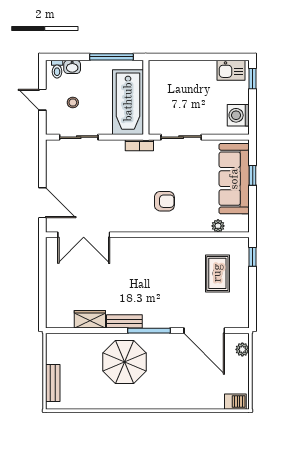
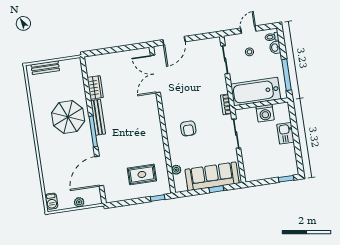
kitchen sink: (231, 70) -> (285, 133), moved
washing machine: (238, 115) -> (265, 113), moved, turned 180
bench: (124, 321) -> (98, 117), width x1.36
plant: (242, 349) -> (79, 202), moved

